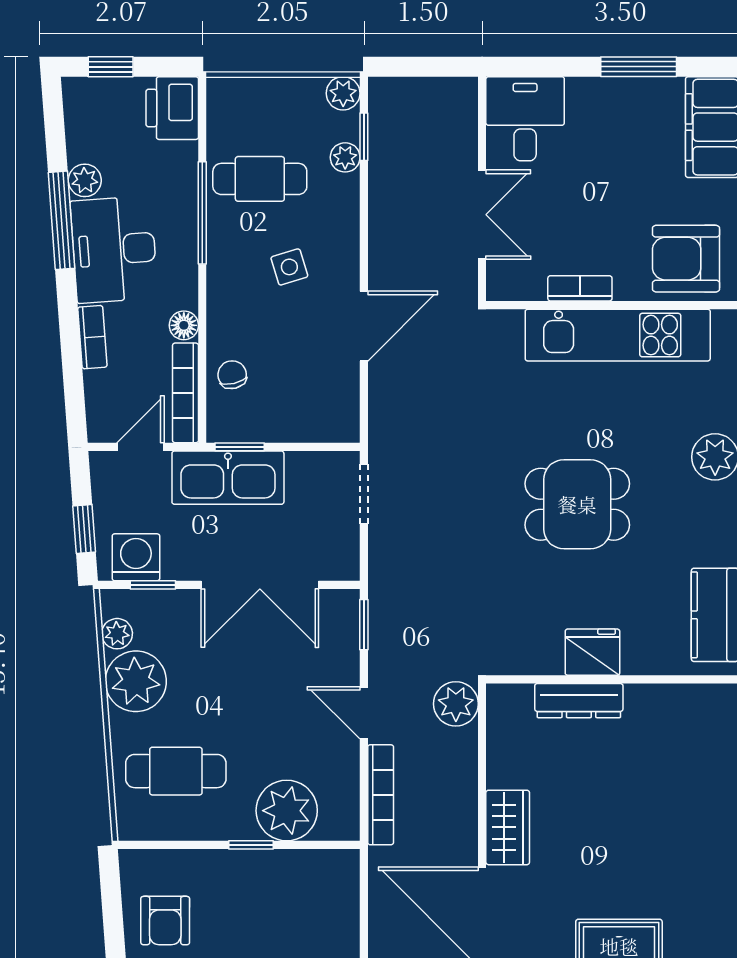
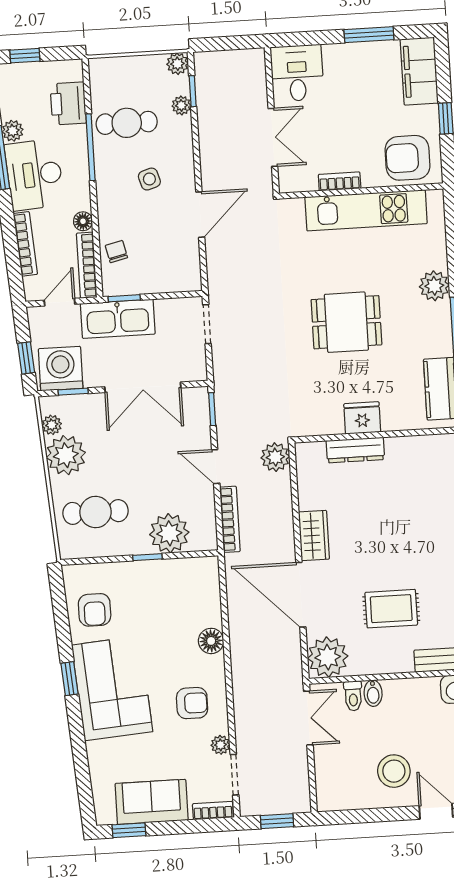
printer: (172, 108) -> (68, 103), moved
bookcase: (92, 337) -> (25, 244), width x1.56
washing machine: (136, 557) -> (61, 369), width x1.37, depth x1.37

